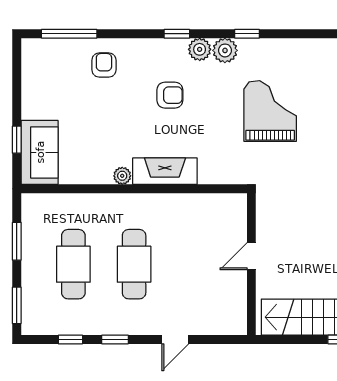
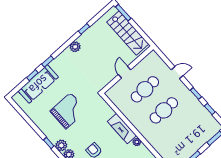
grand piano: (270, 111) -> (68, 111), turned 180
door: (251, 256) -> (124, 72), swing flipped
cafe table: (73, 264) -> (145, 89), moved

